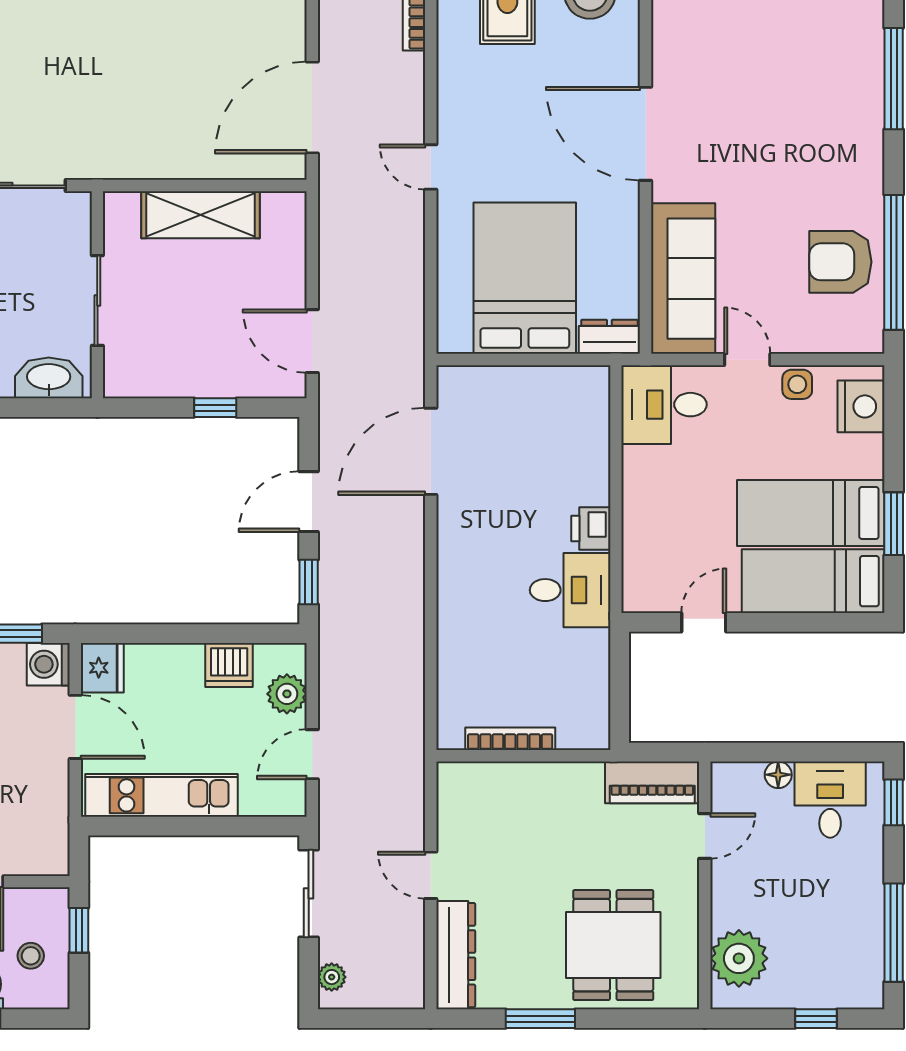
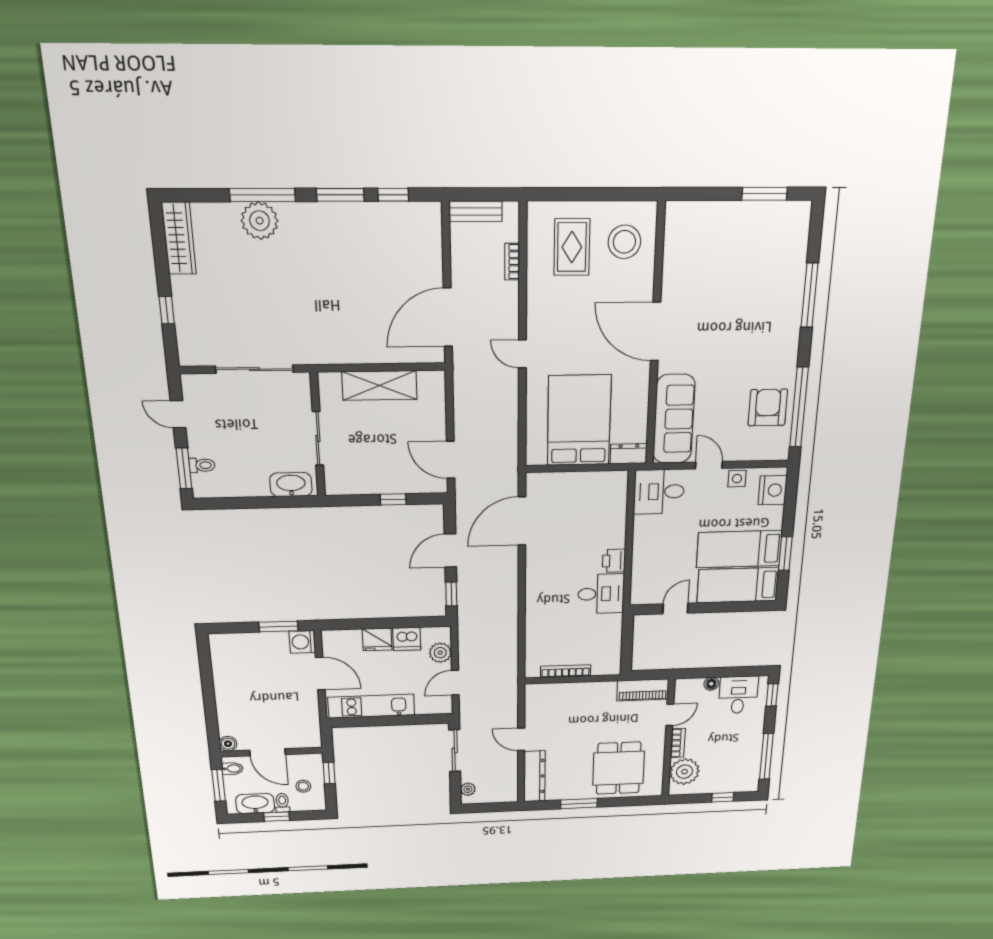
armchair: (840, 262) -> (768, 408), turned 90
fridge: (102, 668) -> (377, 639), moved, turned 90
bookcase: (723, 896) -> (678, 743), added

